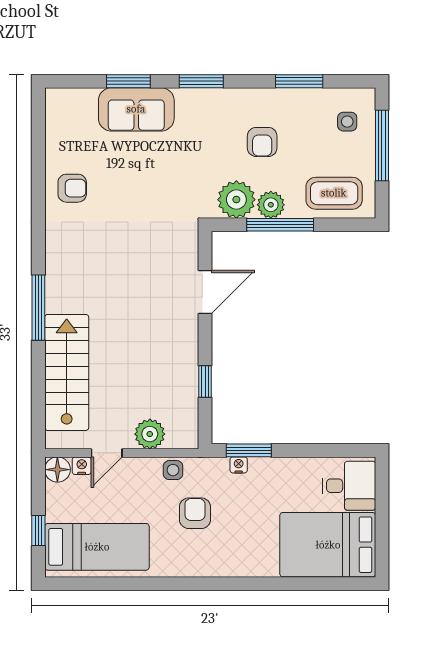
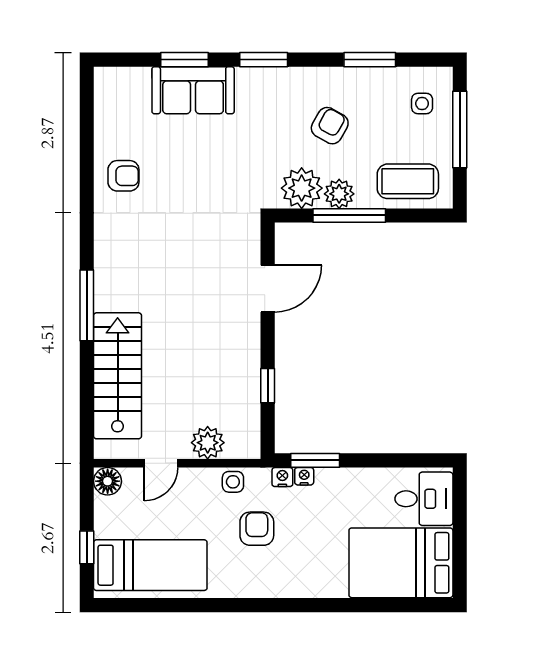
armchair: (262, 142) -> (330, 126), turned -151
nightstand: (82, 466) -> (282, 477), moved

